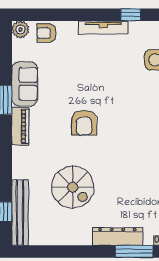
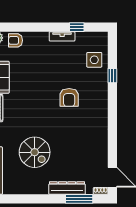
tv unit: (103, 28) -> (62, 36), width x0.71
armchair: (84, 123) -> (69, 97), moved

